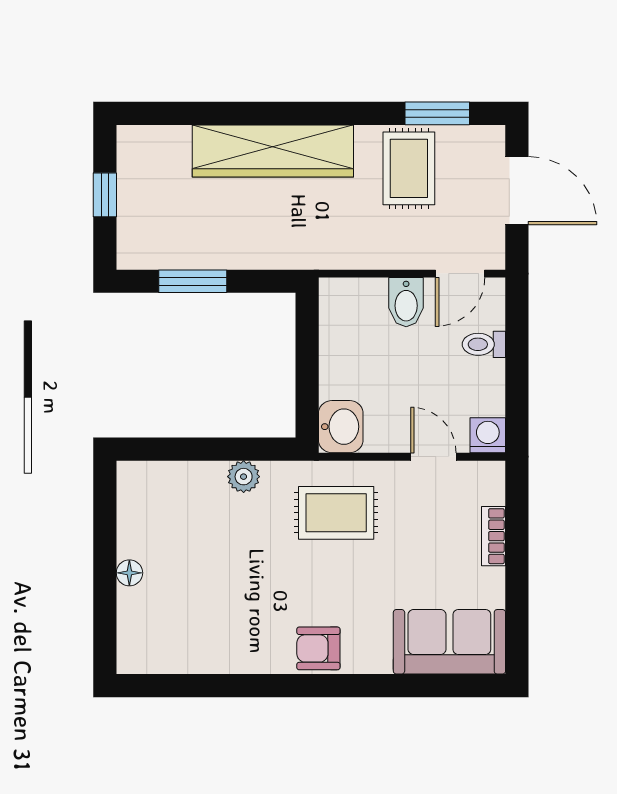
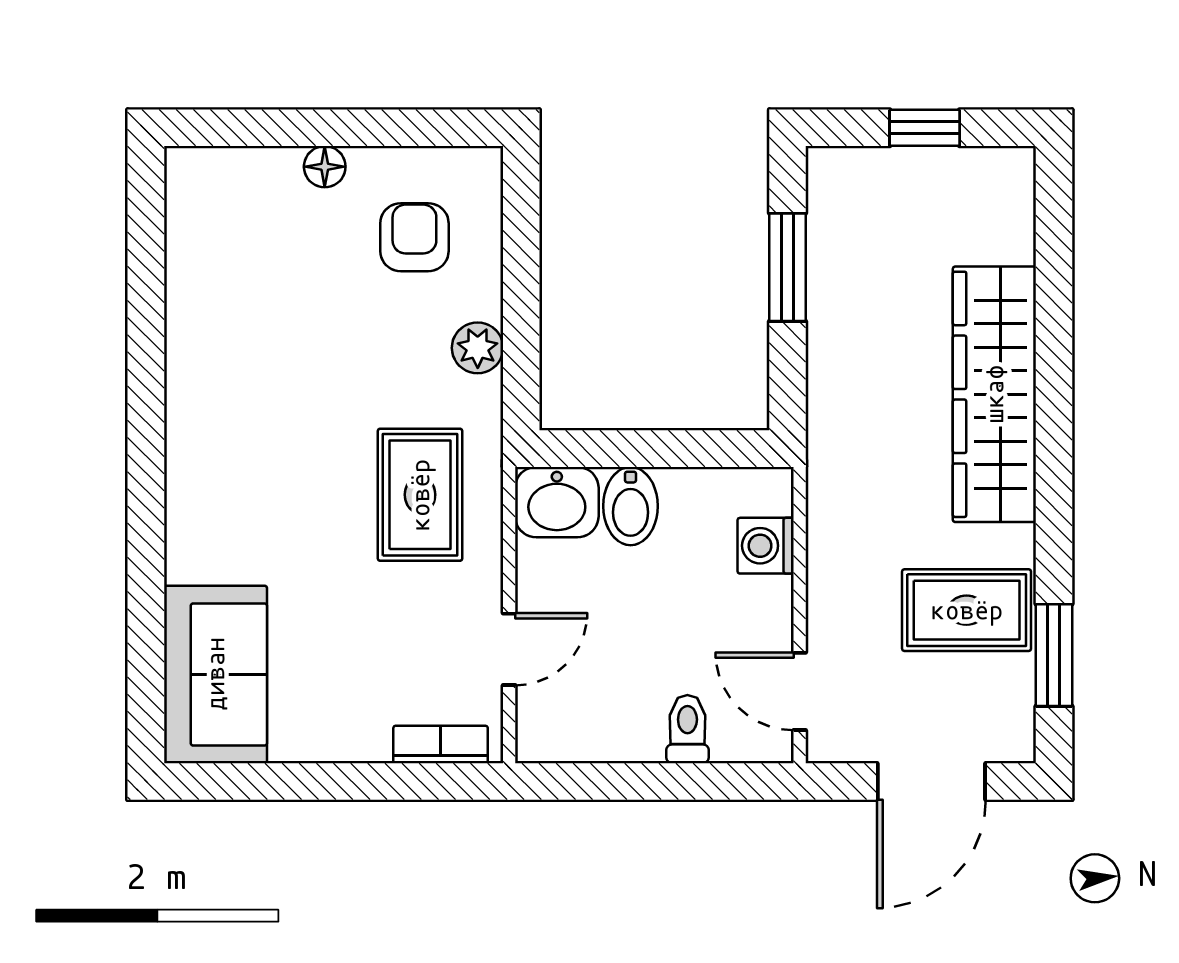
bidet: (406, 302) -> (631, 506), moved, turned -90
washing machine: (488, 435) -> (766, 546), moved, turned 180
bookcase: (494, 536) -> (441, 745), moved
armchair: (318, 648) -> (414, 237), moved

